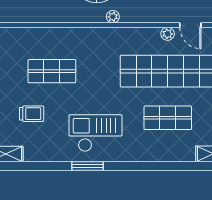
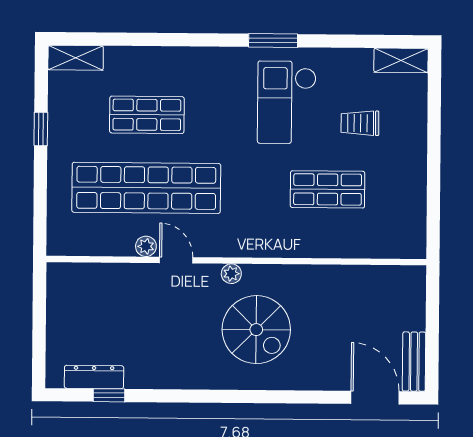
door: (190, 25) -> (176, 260), moved
checkout: (96, 133) -> (287, 102), moved, turned 90

